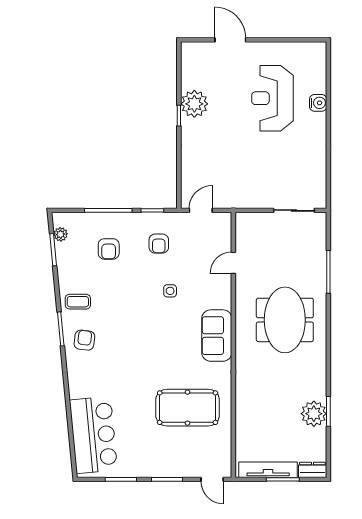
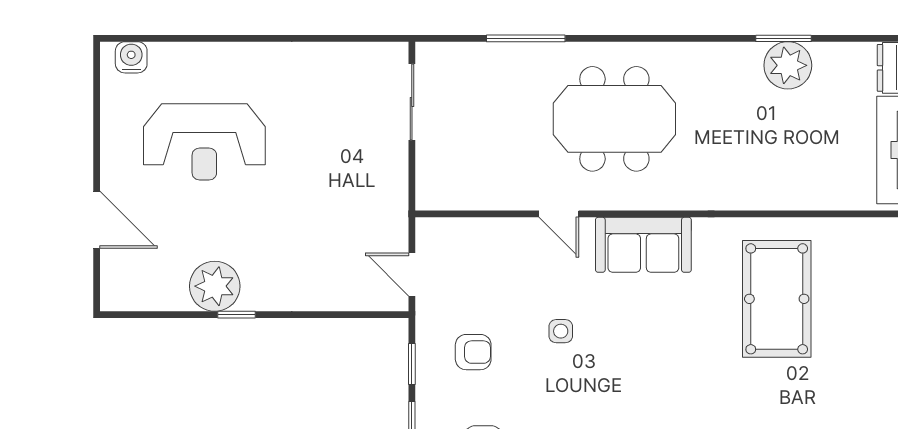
door: (230, 40) -> (97, 220), swing flipped
water cooler: (318, 103) -> (131, 57), moved
door: (233, 263) -> (559, 214), moved

